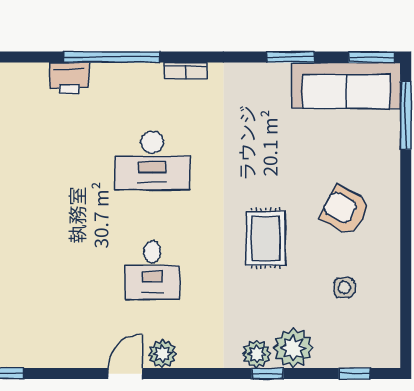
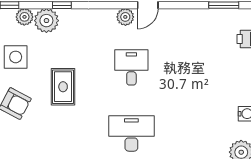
side table: (344, 287) -> (16, 57), width x1.87, depth x1.87
plant: (257, 354) -> (24, 17), moved

